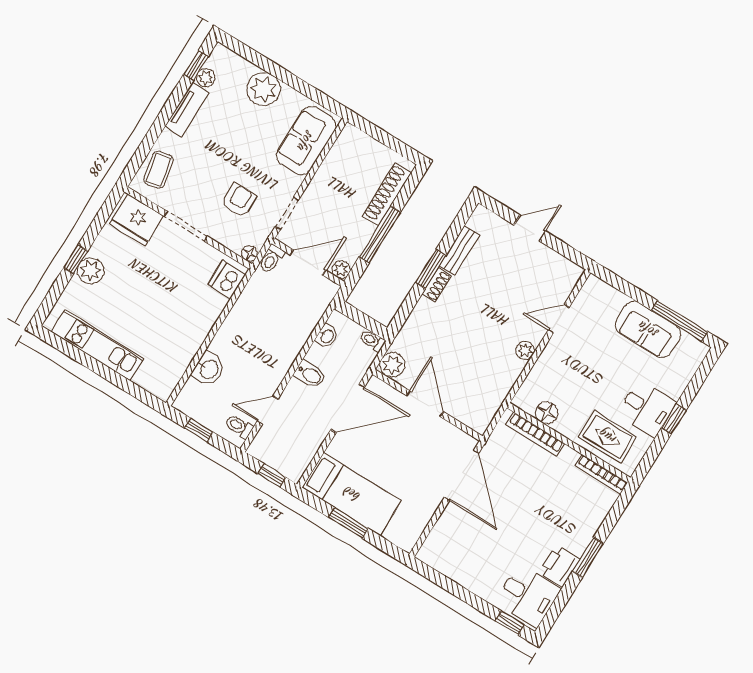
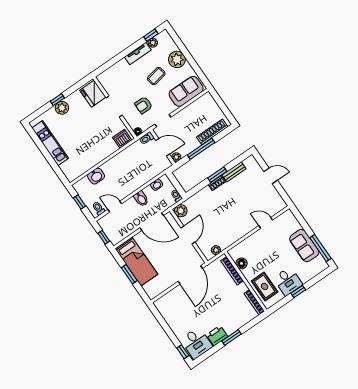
coffee table: (159, 170) -> (156, 76), moved
armchair: (239, 200) -> (144, 105), turned 180
plant: (525, 350) -> (216, 250), moved

